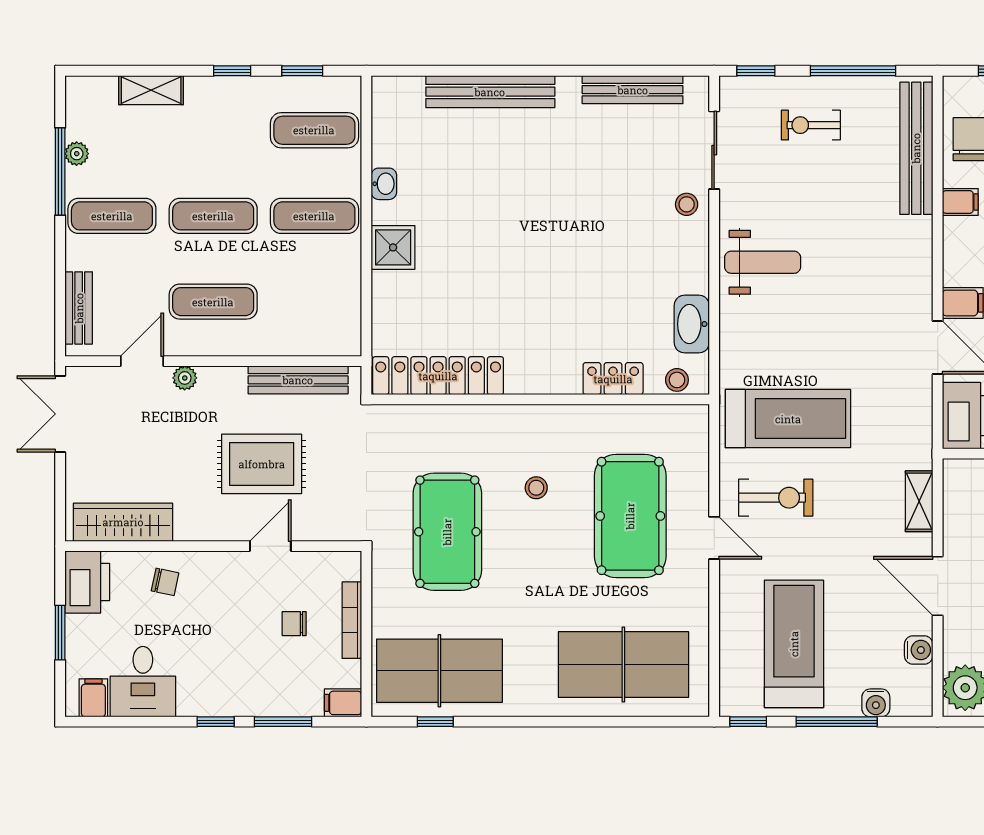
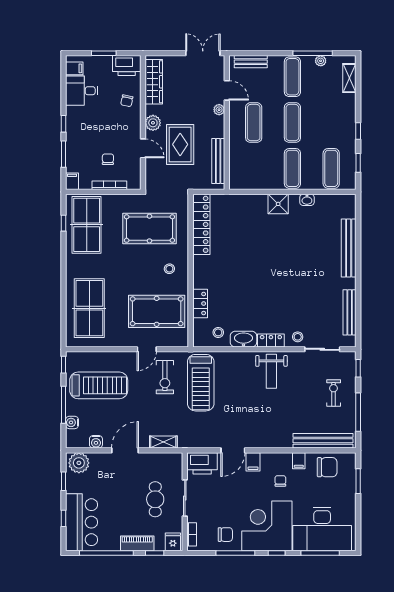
shelving: (151, 90) -> (349, 78), moved
locker: (695, 263) -> (271, 340), added
locker: (438, 376) -> (201, 224), moved
locker: (613, 379) -> (200, 304), moved
wall: (540, 399) -> (191, 271), moved
plant: (214, 524) -> (153, 123), added

